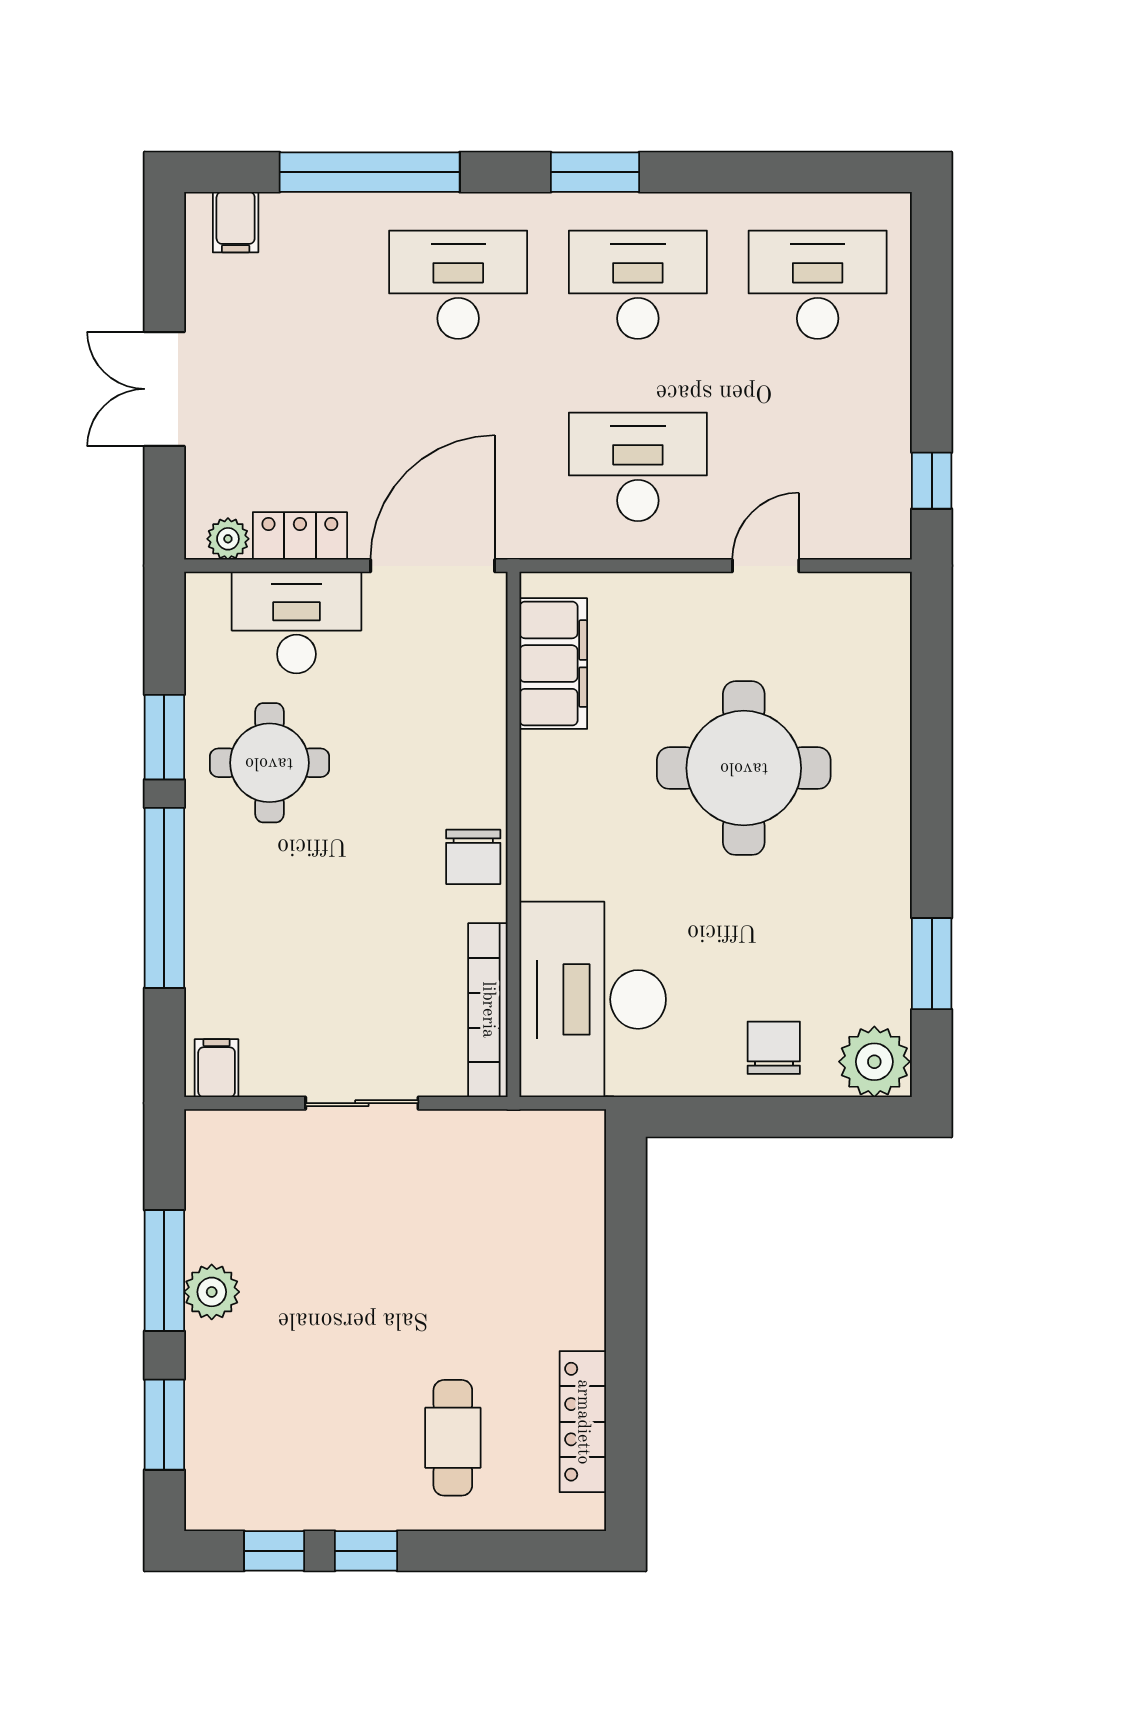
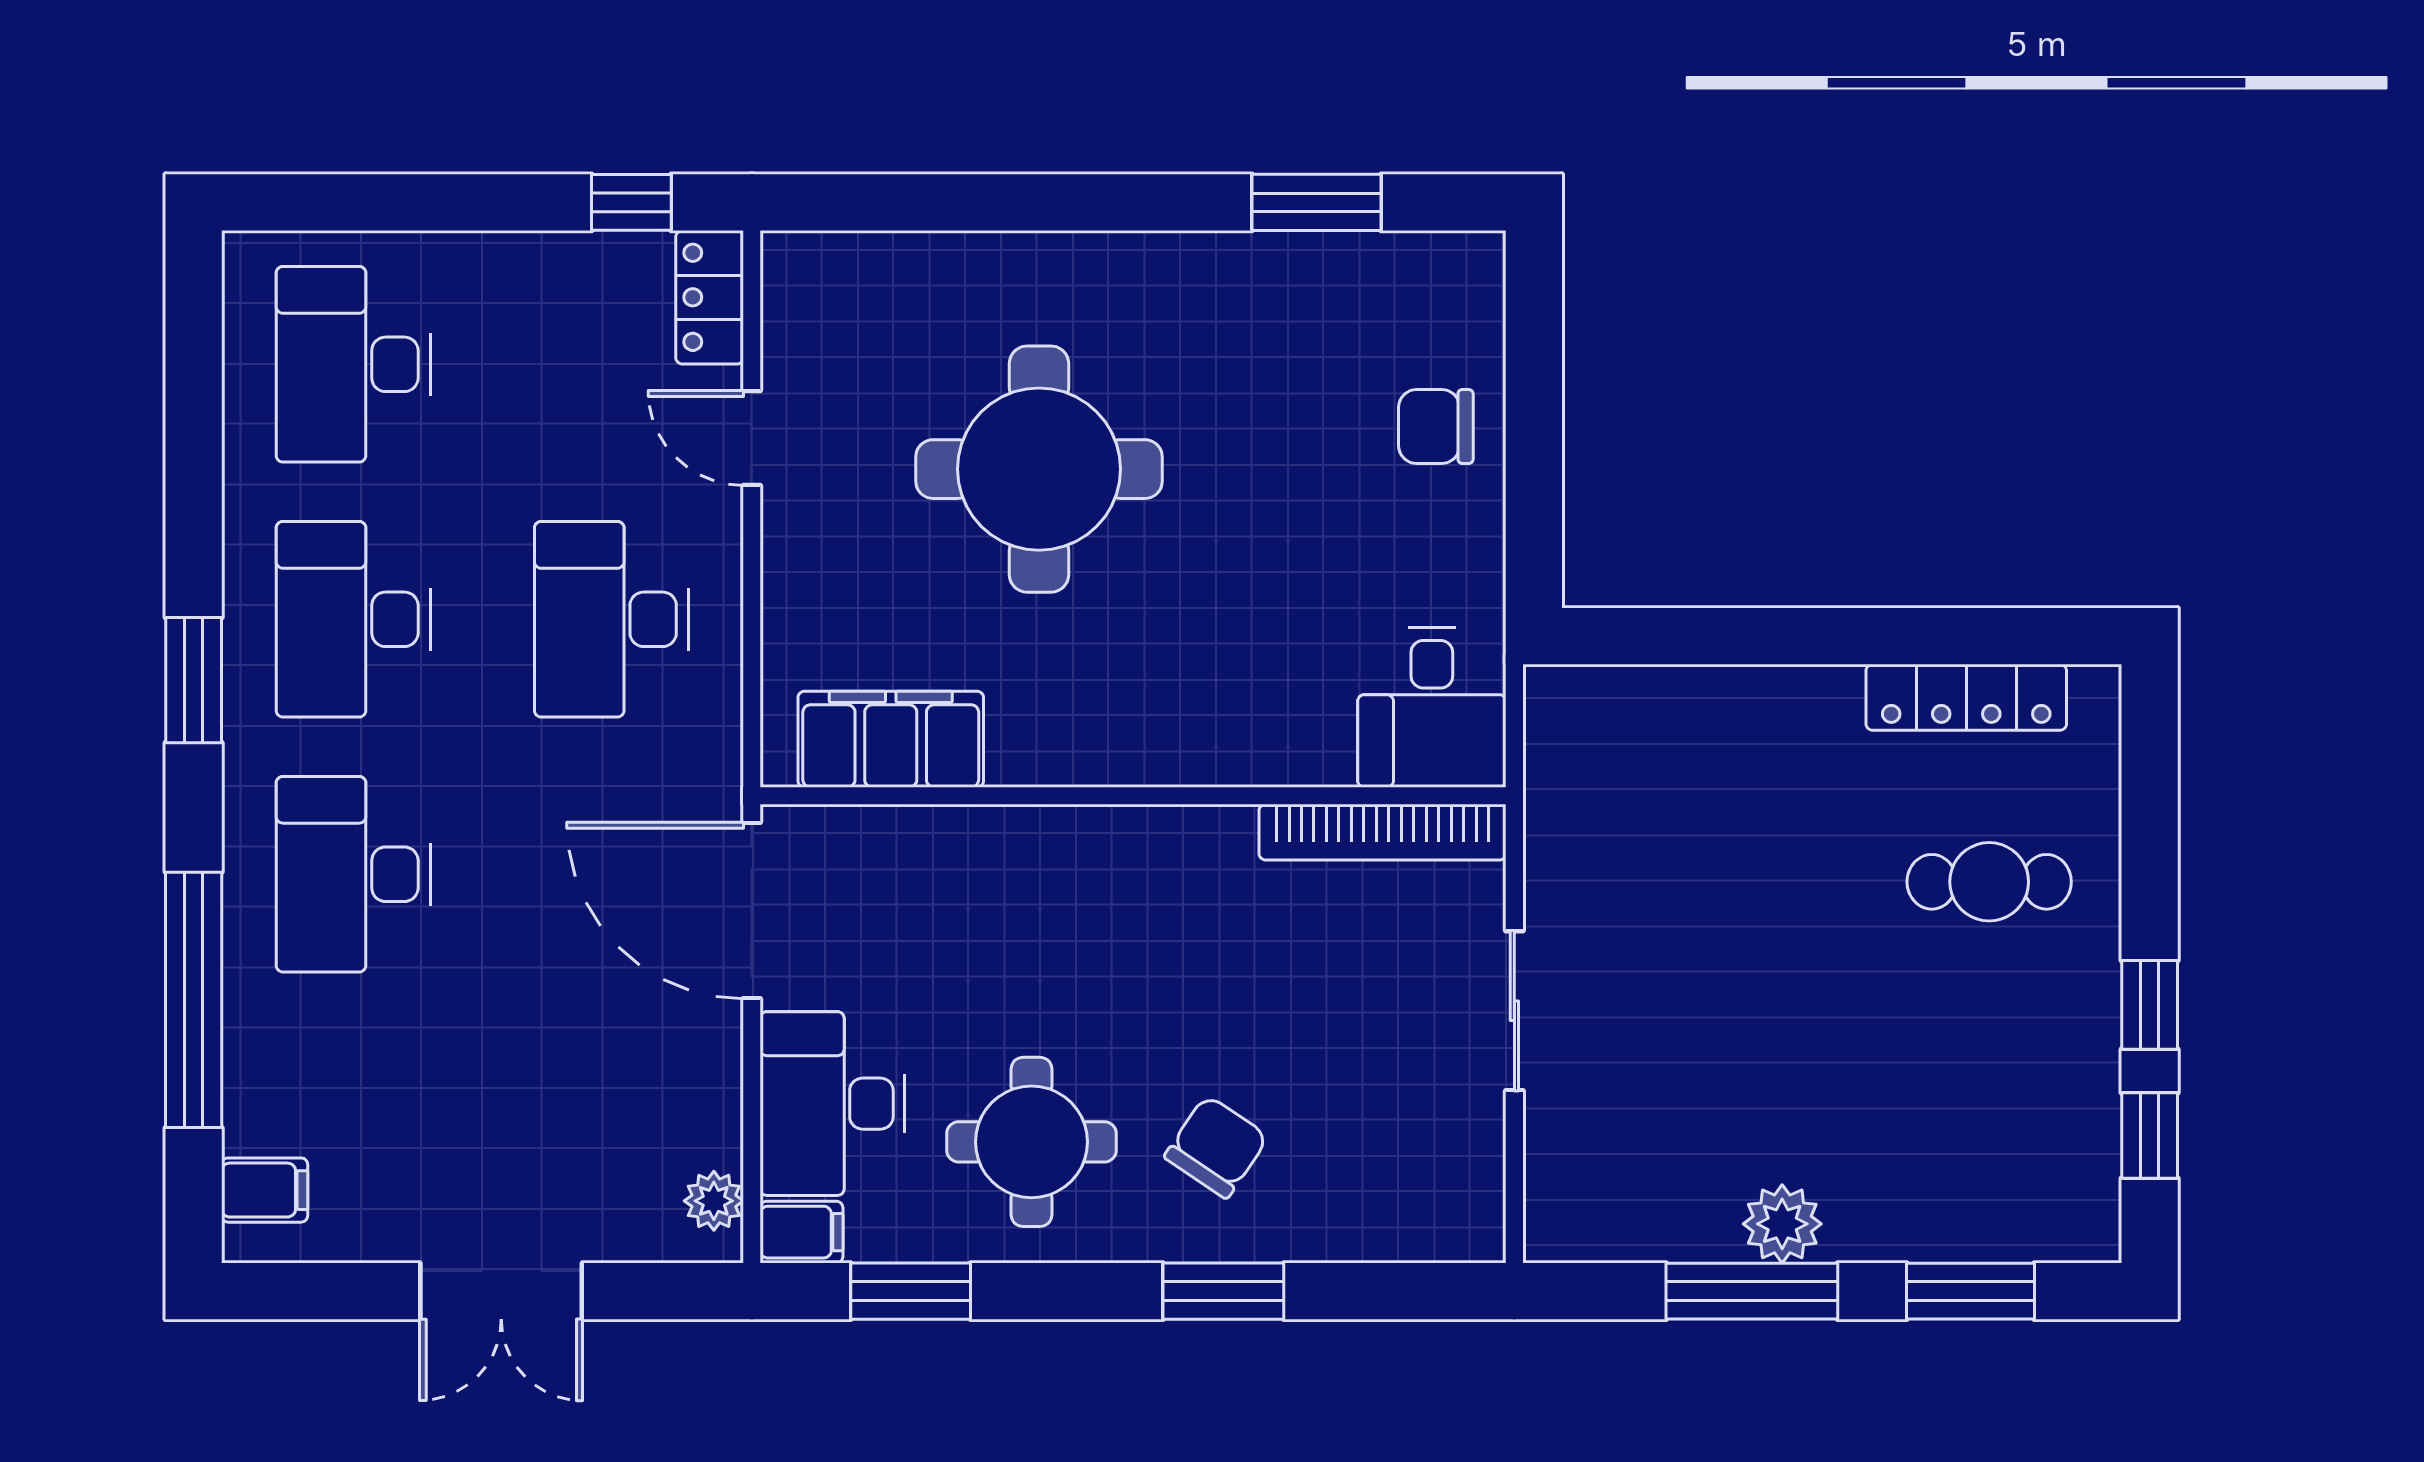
locker: (300, 536) -> (710, 297), moved
window: (164, 737) -> (911, 1291), moved
chair: (473, 857) -> (1216, 1147), moved, turned -56
window: (164, 898) -> (1223, 1291), width x0.47
desk: (593, 999) -> (1432, 707), width x0.53, depth x0.77
plant: (874, 1062) -> (1456, 284), removed
filing cabinet: (217, 1068) -> (801, 1232), moved, turned 180

